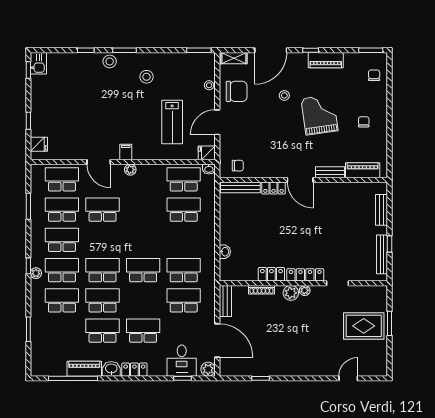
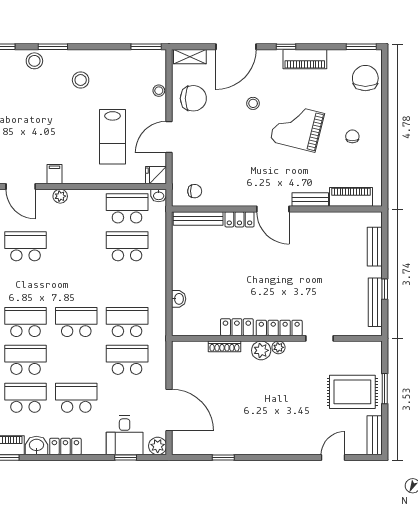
chair: (374, 75) -> (365, 78), width x1.87, depth x1.87
grand piano: (320, 115) -> (297, 127), turned -68
bench: (225, 301) -> (375, 435), moved

